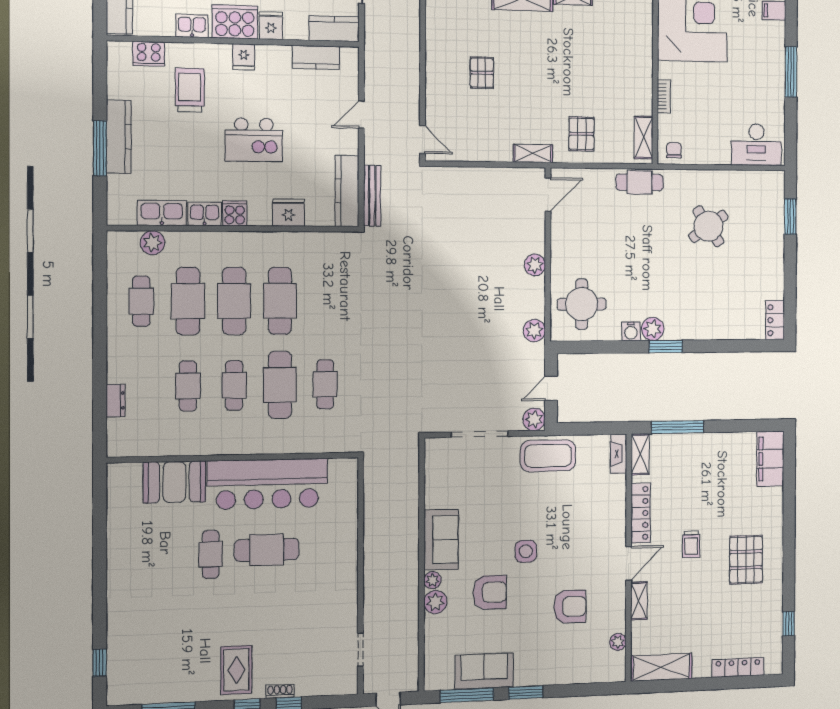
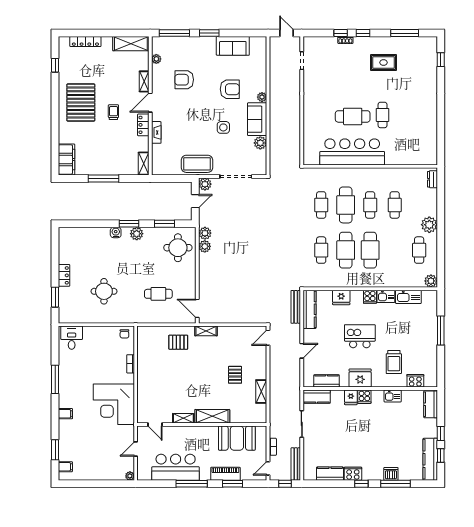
cooker: (235, 22) -> (364, 397), width x0.53, depth x0.76
fridge: (244, 57) -> (360, 378), width x1.88, depth x1.34
pallet: (581, 134) -> (178, 342), turned 90
kitchen counter: (119, 137) -> (431, 337), removed
shelving: (644, 137) -> (261, 391), moved
door: (422, 139) -> (268, 338), hinge flipped
desk: (756, 145) -> (72, 338), width x0.73
cafe table: (640, 182) -> (158, 294), moved
door: (548, 195) -> (197, 308), hinge flipped
round table: (708, 226) -> (104, 291), turned 35
plant: (153, 243) -> (431, 281), moved
plant: (535, 265) -> (205, 246), moved
cafe table: (188, 301) -> (321, 250), moved, width x0.73, depth x0.74
locker: (775, 320) -> (64, 275), moved
water cooler: (631, 331) -> (116, 232), moved
window: (605, 347) -> (164, 224), added
plant: (122, 349) -> (429, 225), added
dresser: (116, 401) -> (432, 179), moved
window: (678, 427) -> (104, 178), moved
fireplace: (619, 454) -> (156, 132), moved
booth: (174, 482) -> (402, 154), removed
locker: (641, 513) -> (143, 125), width x0.66
side table: (526, 551) -> (223, 127), moved
pallet: (746, 560) -> (81, 103), width x1.37, depth x1.41
armchair: (490, 592) -> (230, 89), turned 180
plant: (435, 602) -> (260, 143), moved
rug: (236, 670) -> (383, 62), moved, turned 90
window: (467, 695) -> (174, 33), moved

